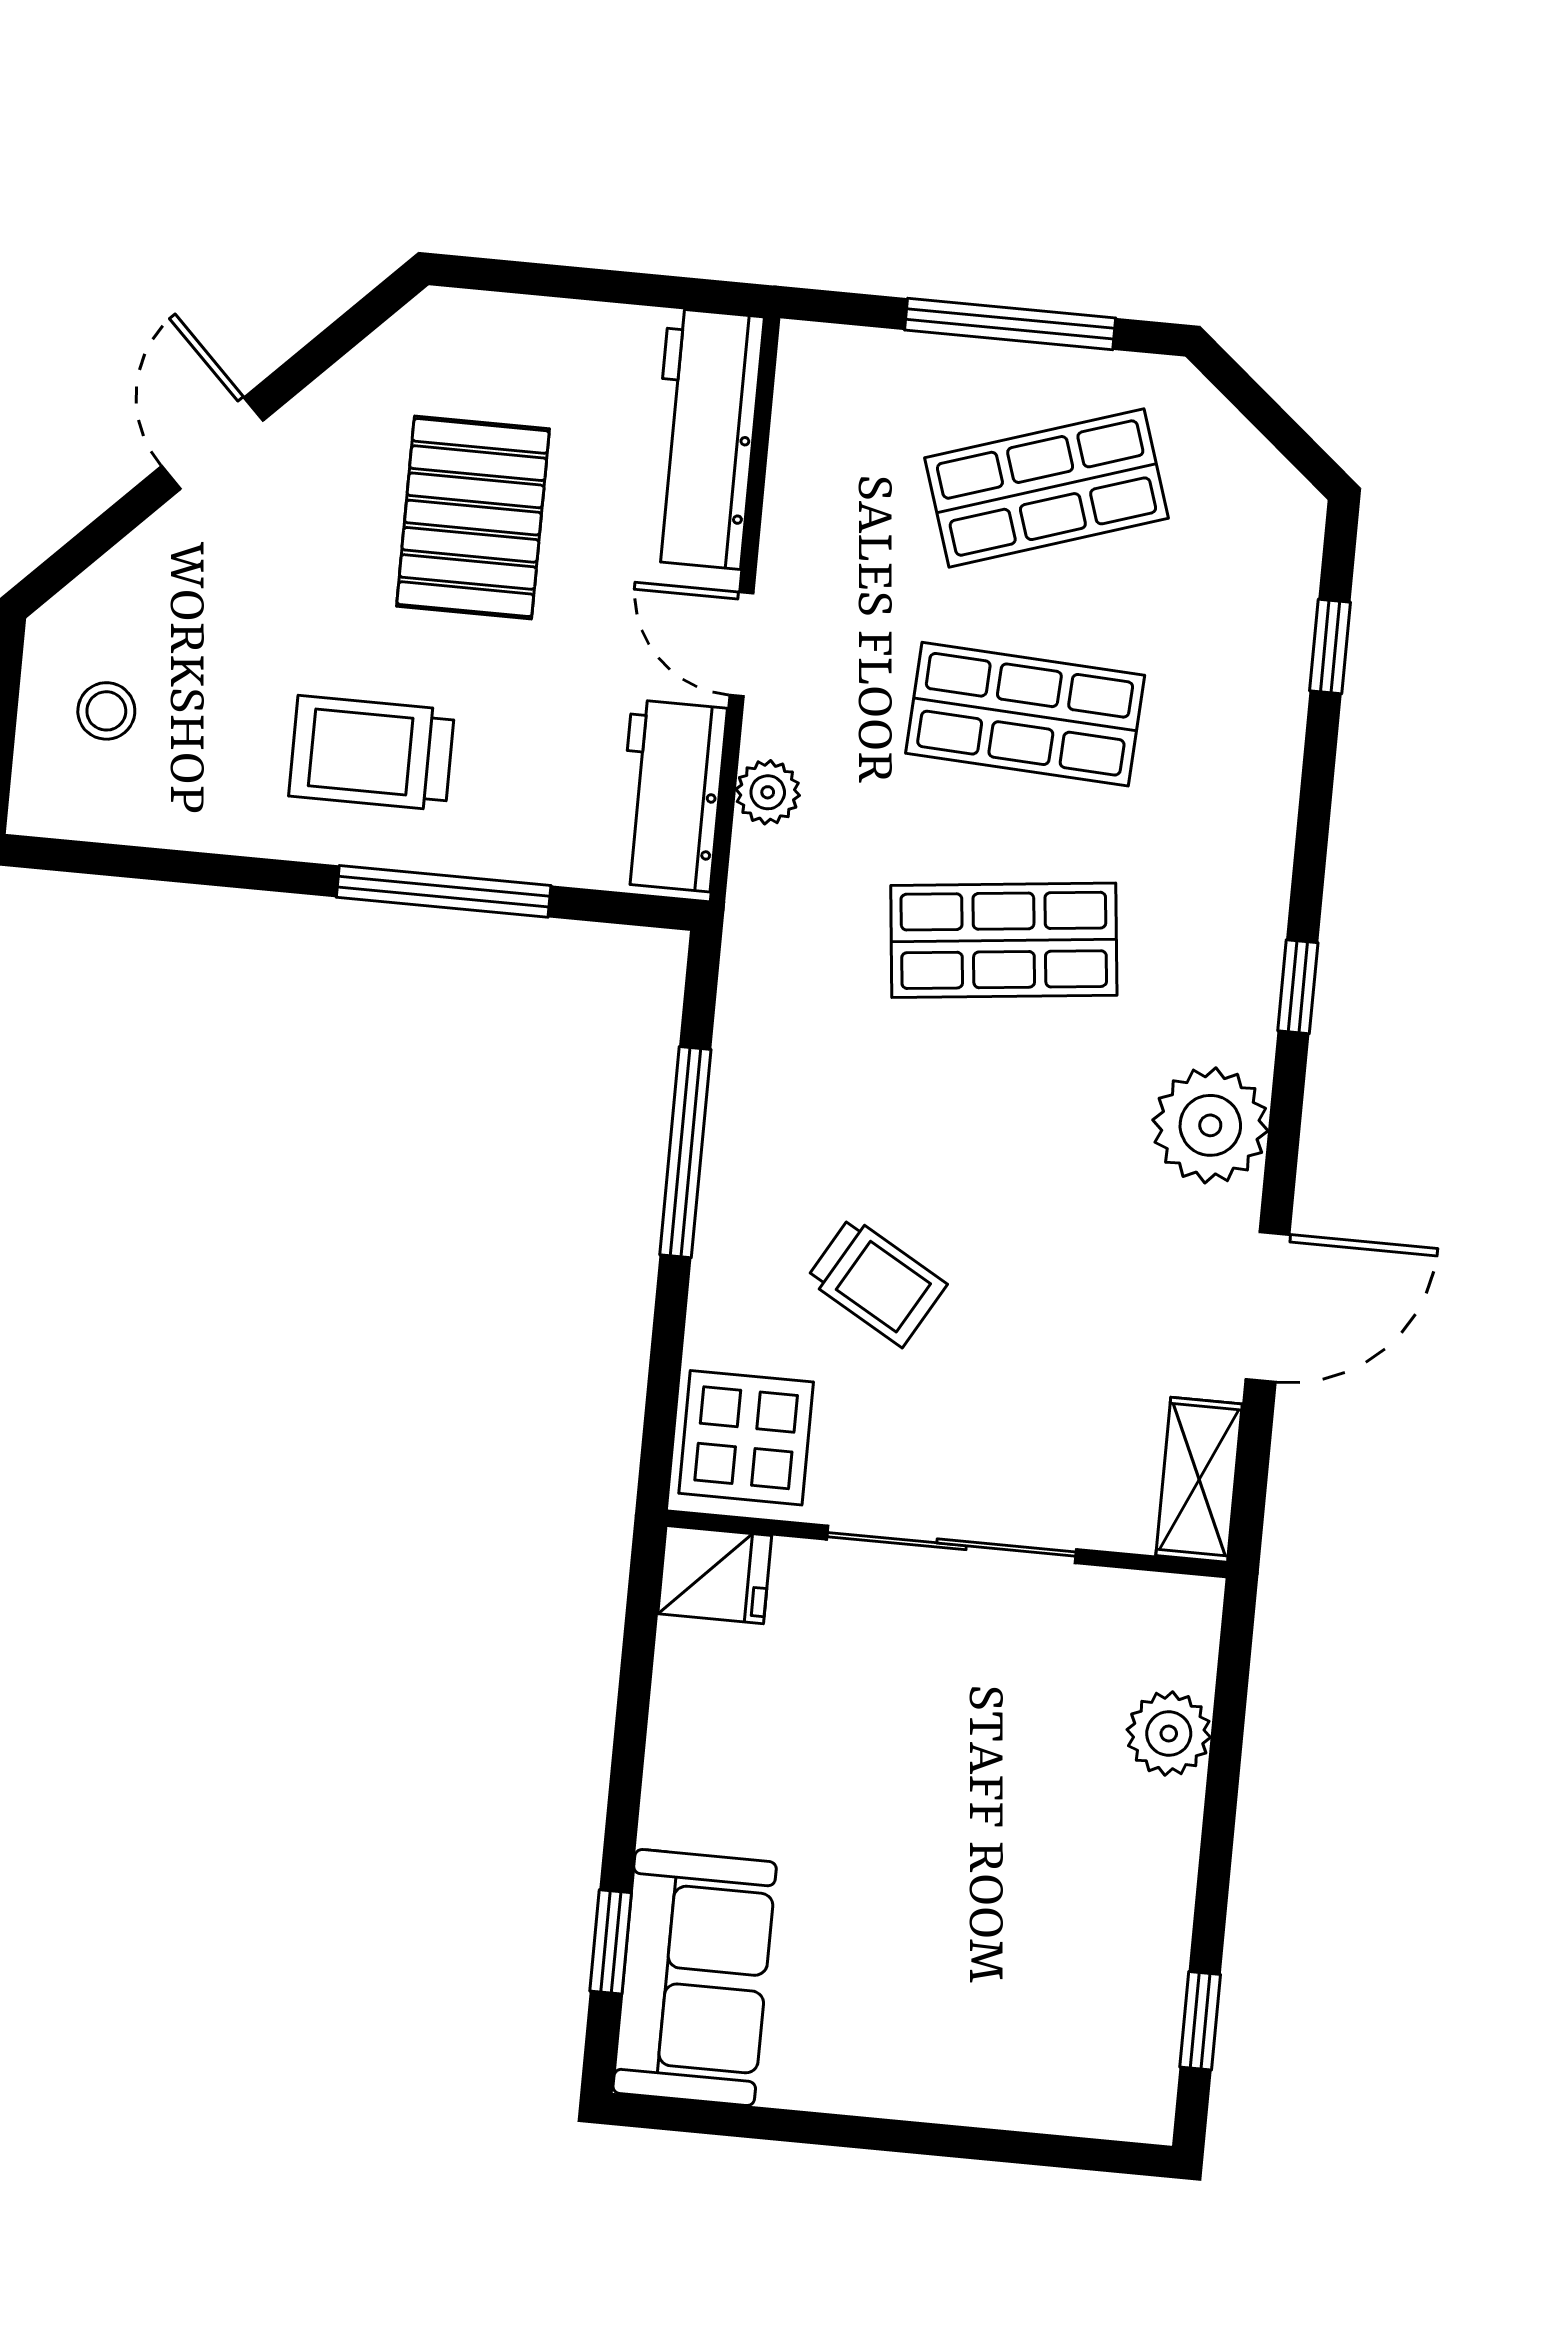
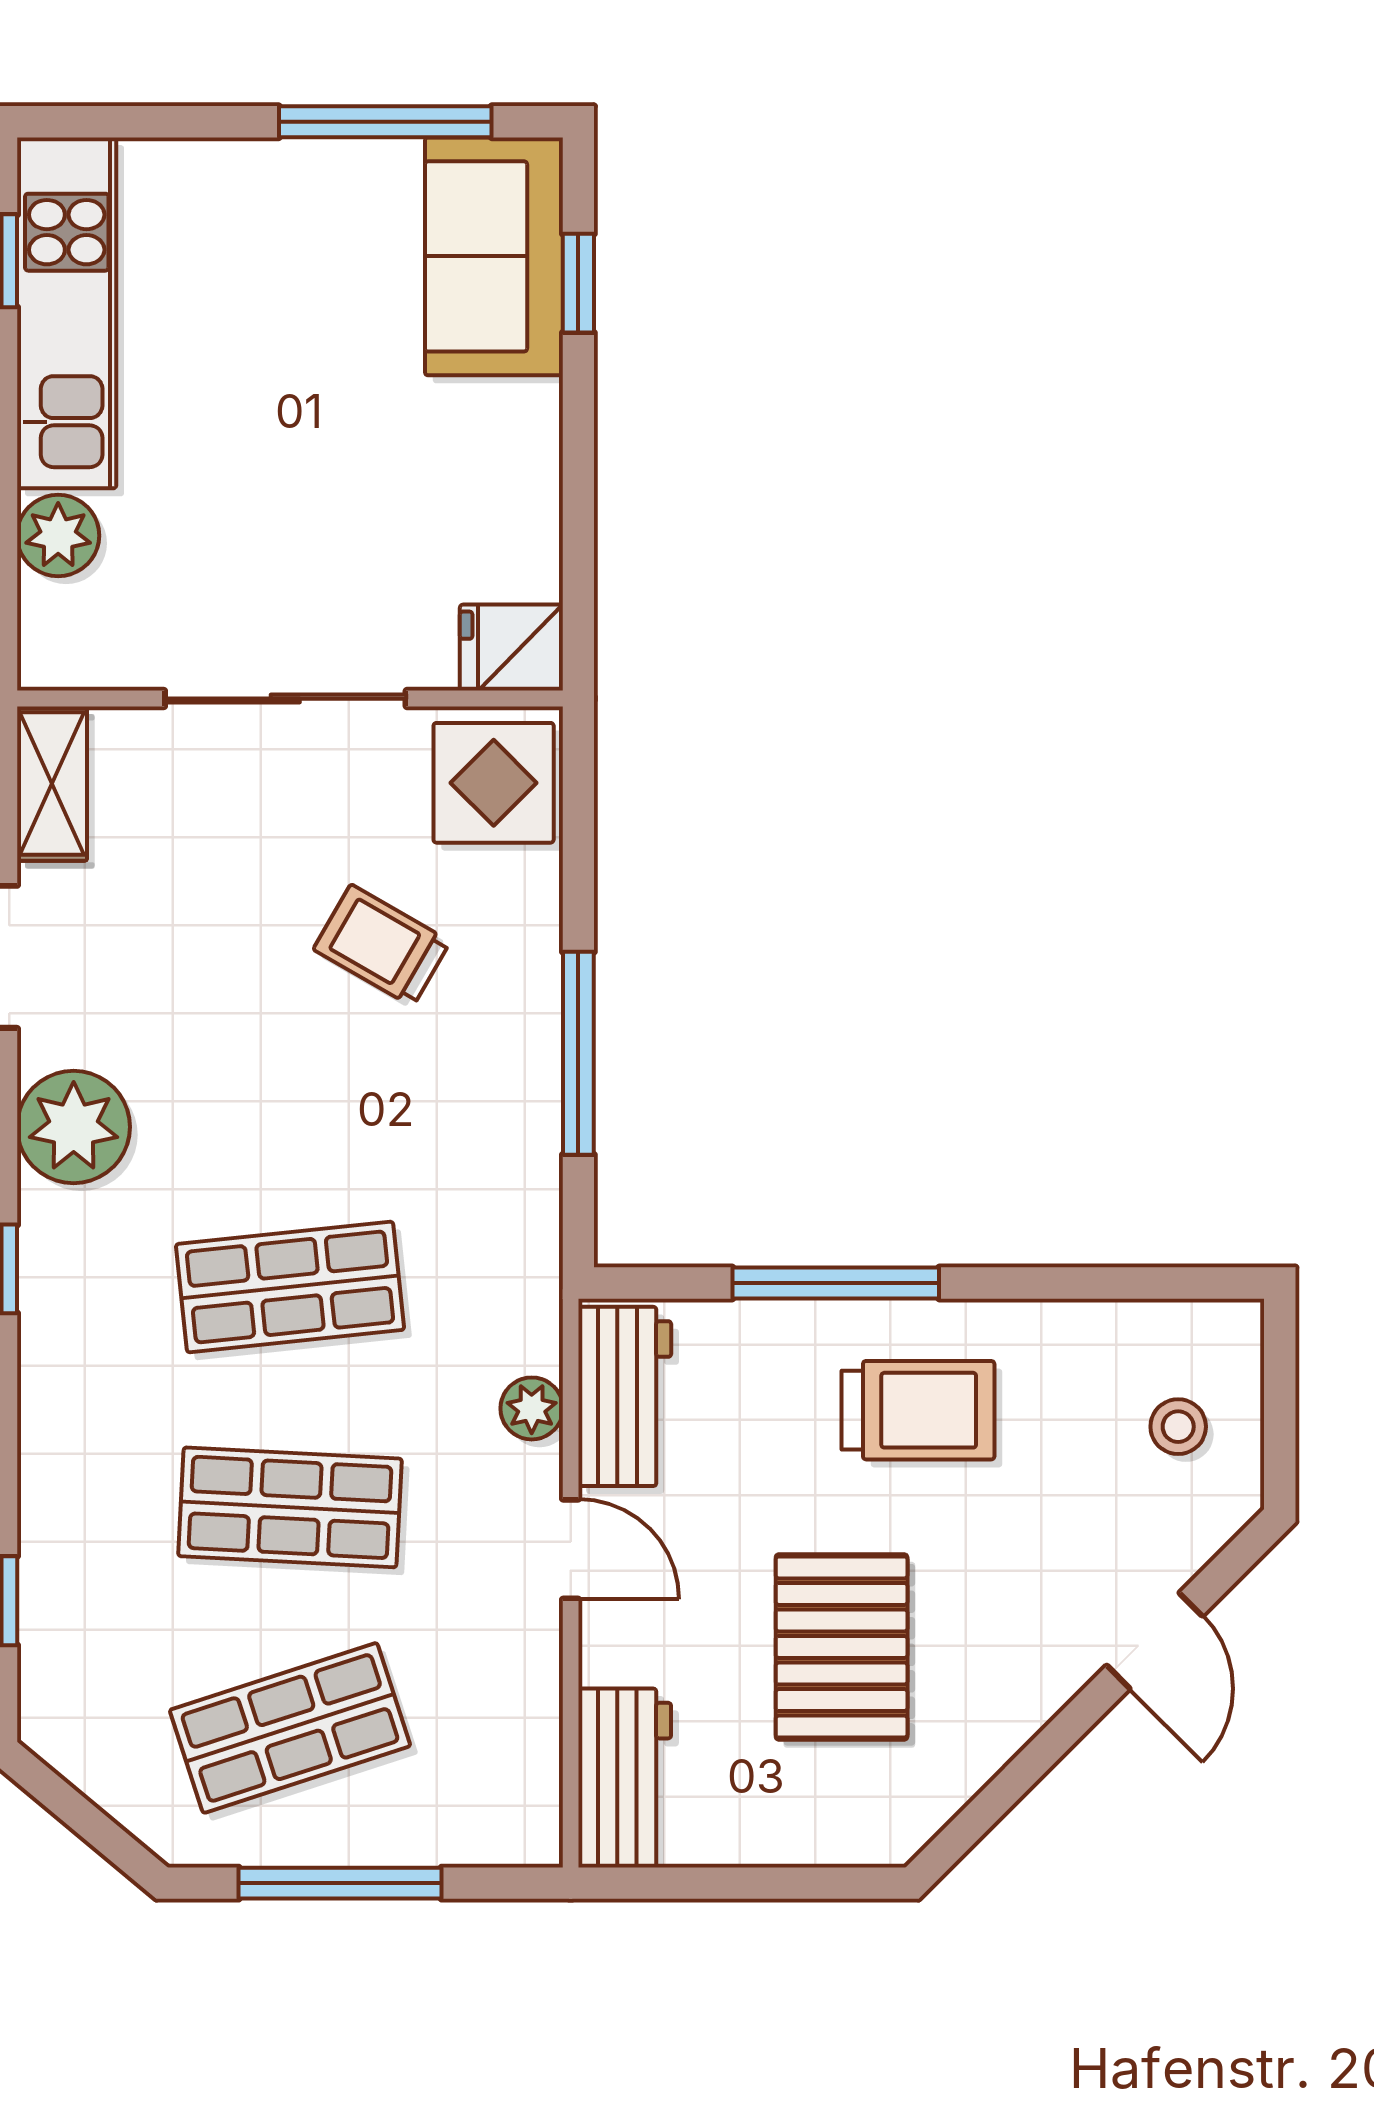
workbench: (705, 439) -> (625, 1778), width x0.73
door: (212, 443) -> (1155, 1641), moved
kitchen unit: (1138, 1961) -> (67, 313), added
window: (793, 2126) -> (385, 122), added

